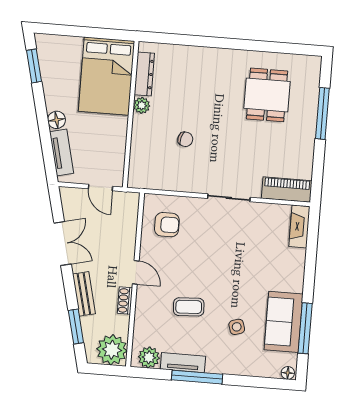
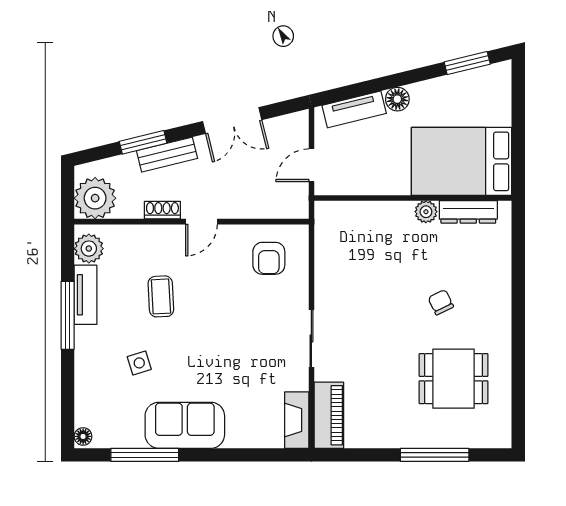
chair: (185, 139) -> (441, 302), moved, turned 139
fireplace: (299, 227) -> (297, 420), moved, turned -90
sofa: (284, 322) -> (185, 425), moved
window: (76, 327) -> (143, 142), moved

